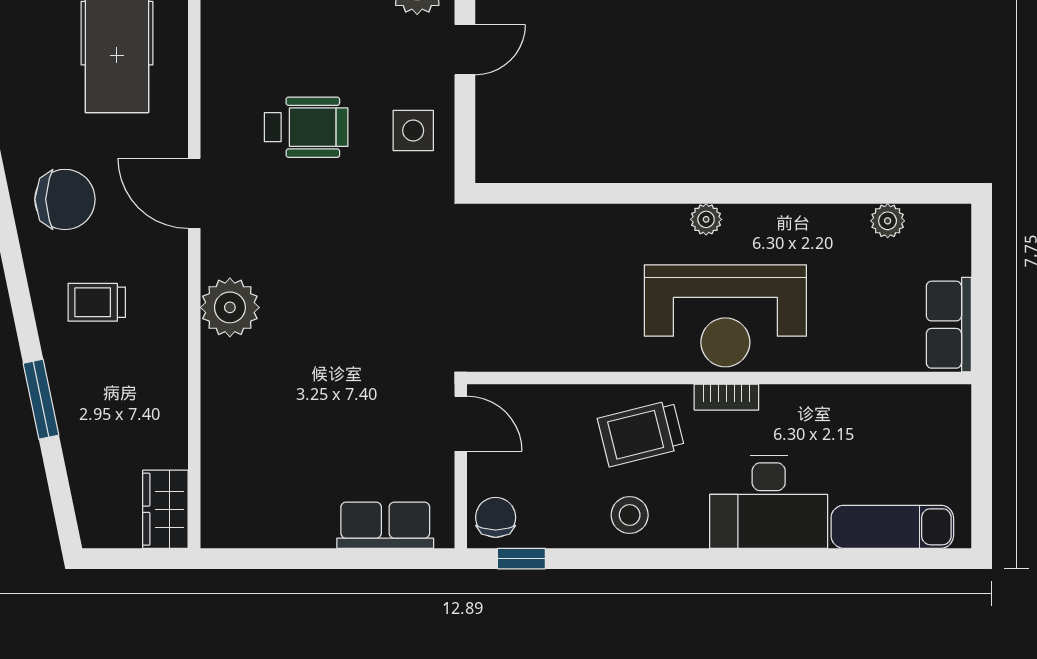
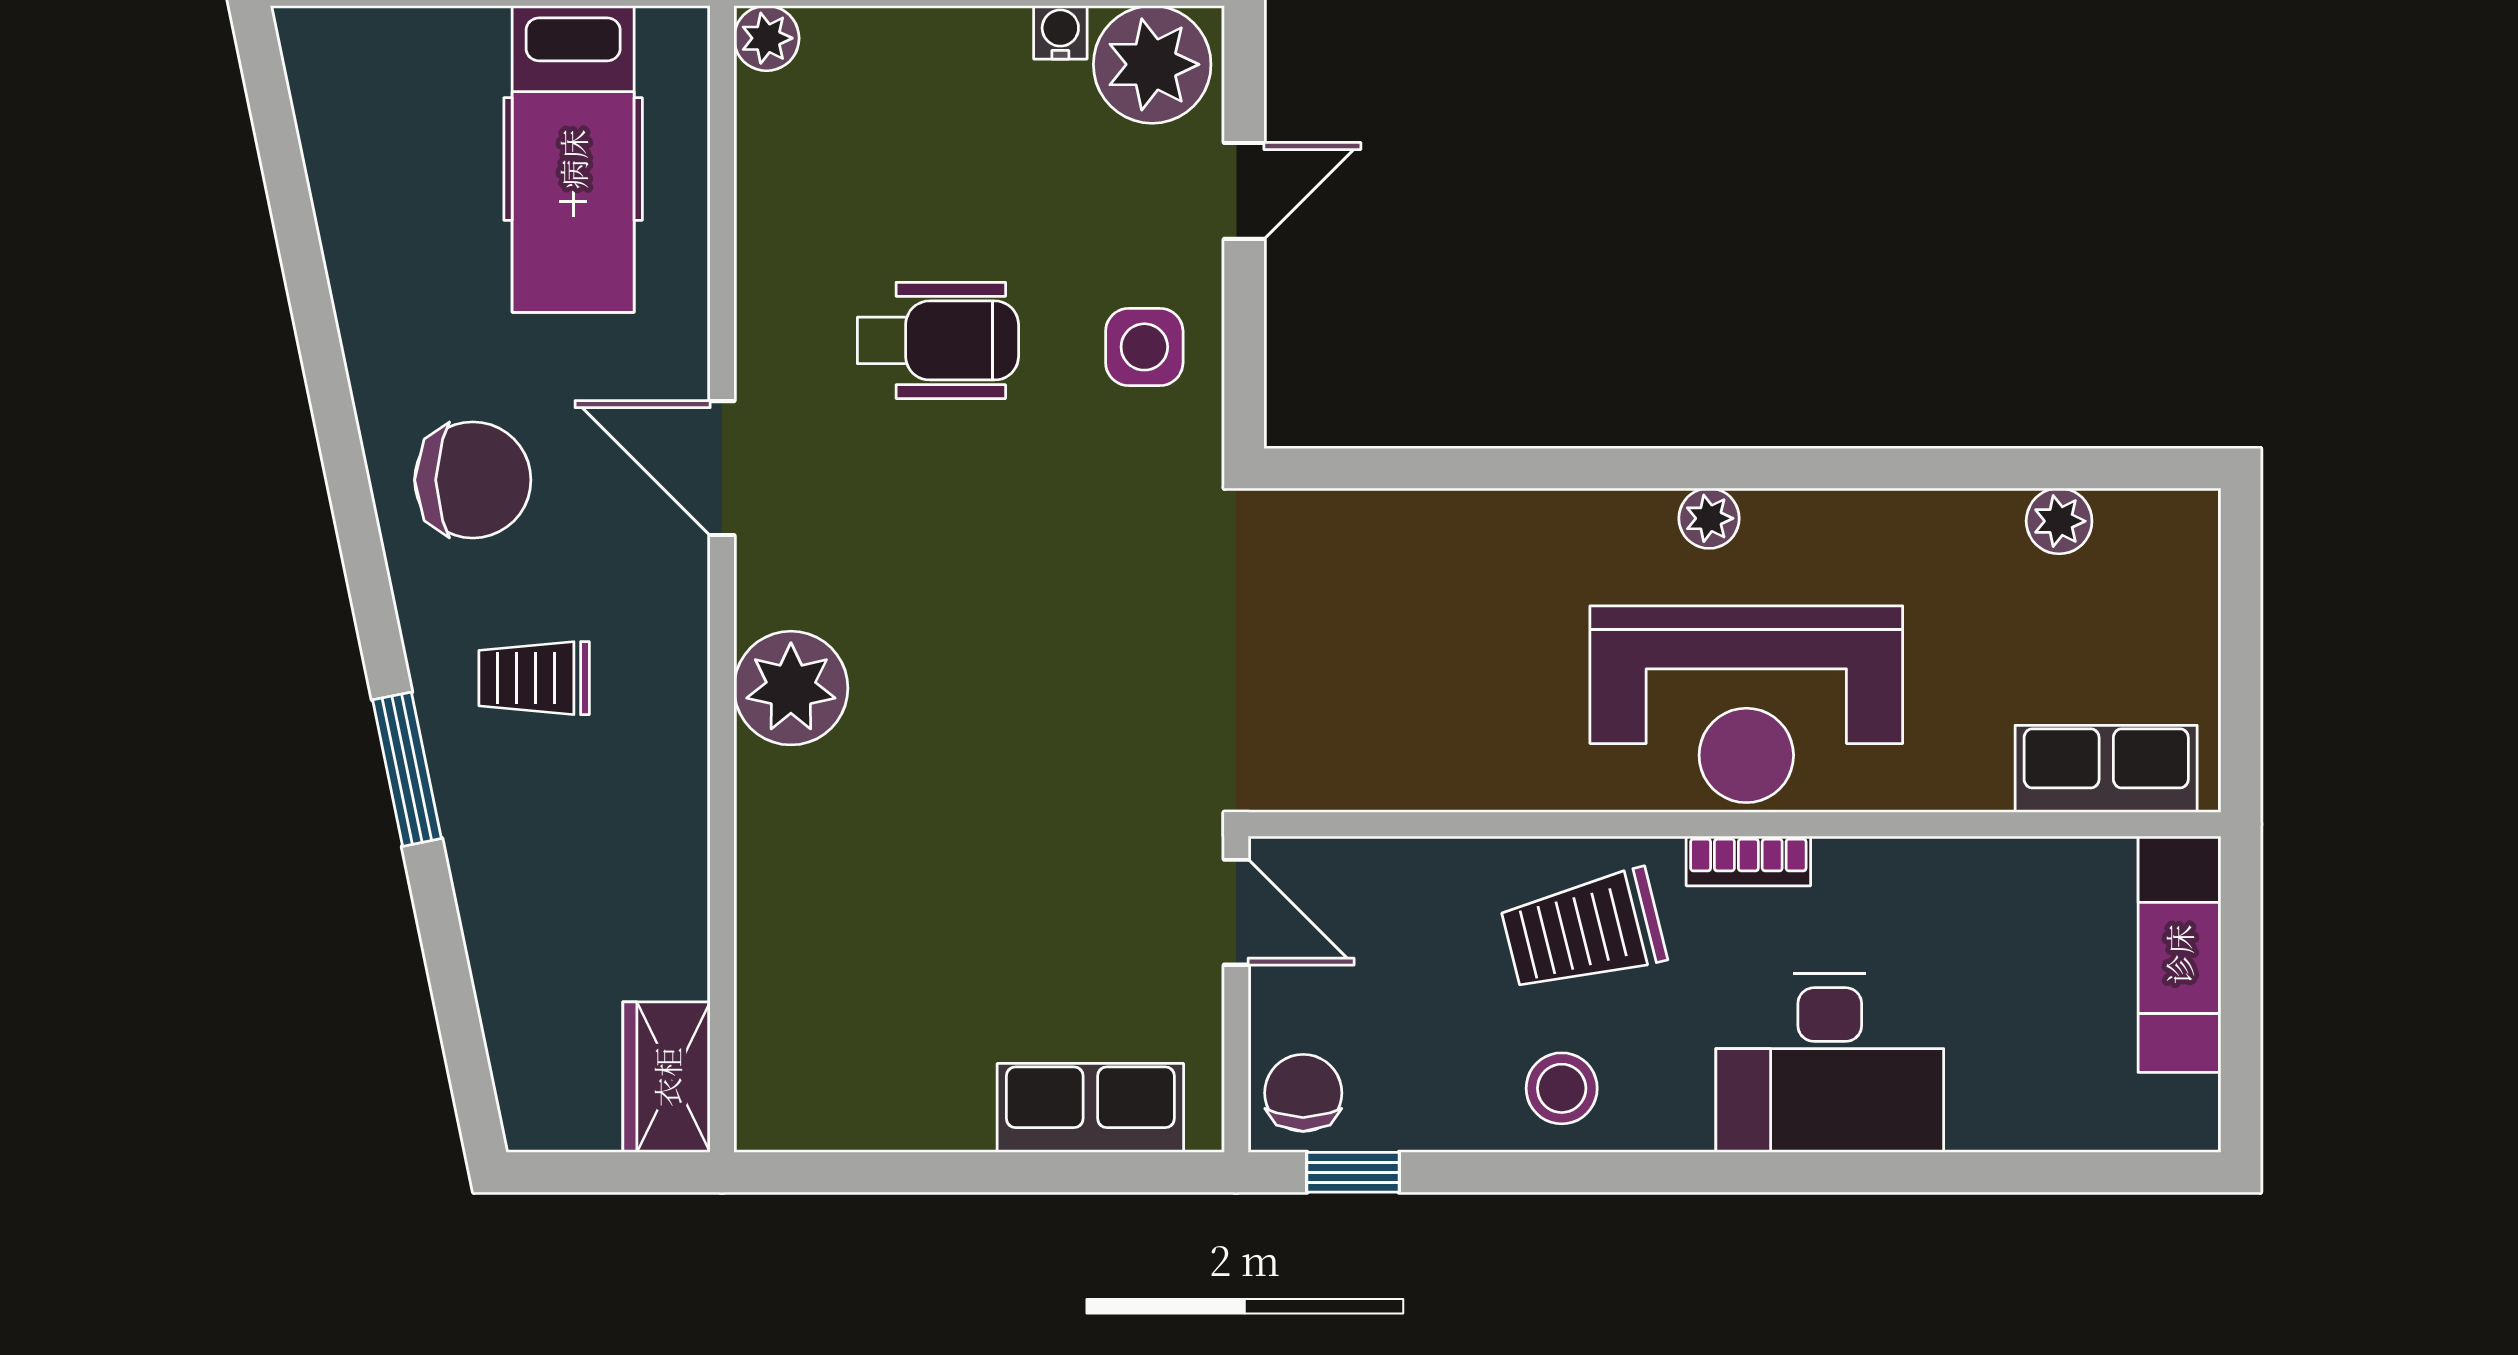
row of seats: (949, 325) -> (2106, 769), moved, turned 90
window: (41, 399) -> (407, 769), moved
exam couch: (892, 527) -> (2179, 954), moved, turned -90

